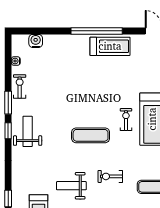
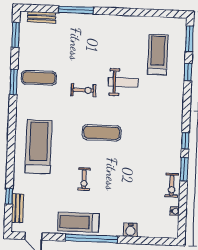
water cooler: (36, 41) -> (131, 230), moved
exercise bike: (126, 120) -> (84, 179), moved
weight bench: (28, 131) -> (166, 139), removed

